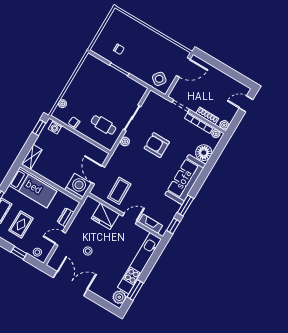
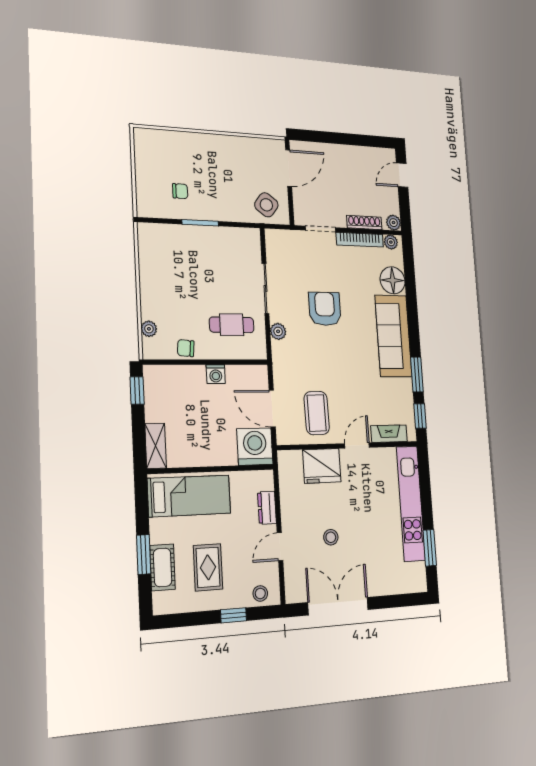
washing machine: (55, 127) -> (216, 374), moved
armchair: (157, 145) -> (325, 309), turned 90
plant: (119, 297) -> (416, 575), removed

